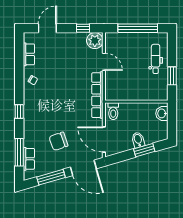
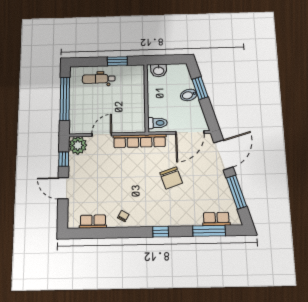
door: (47, 28) -> (63, 188), moved
chair: (58, 141) -> (171, 178), moved

